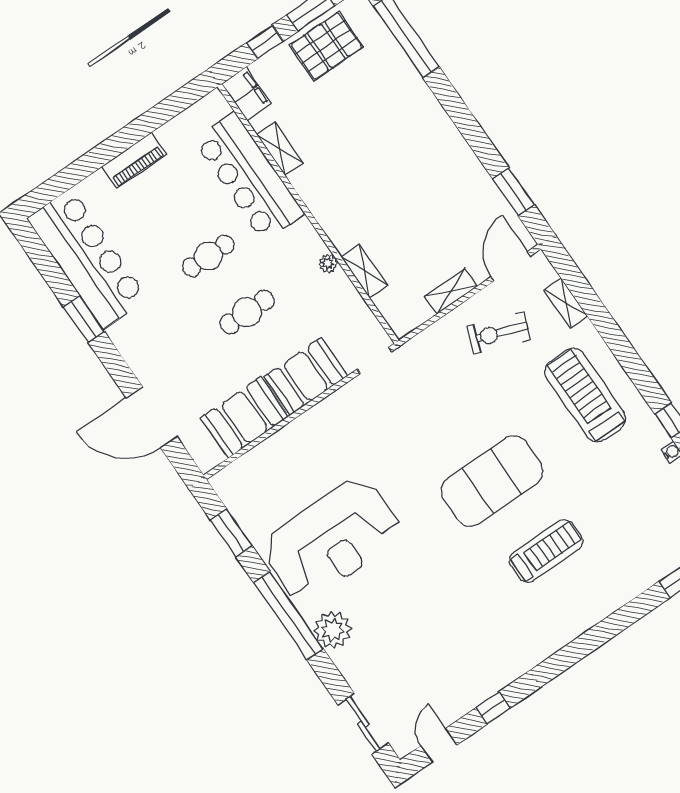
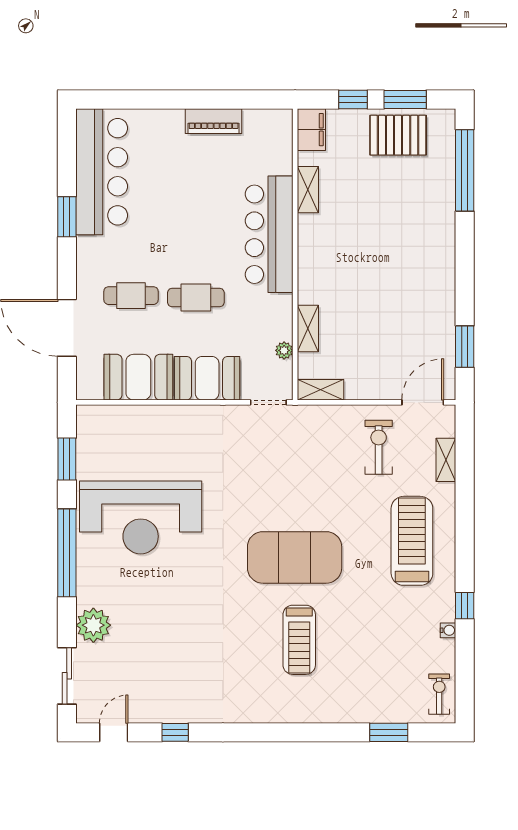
piano: (134, 160) -> (214, 121), moved
bar counter: (249, 177) -> (269, 234), moved
cafe table: (208, 256) -> (131, 296), moved
plant: (328, 263) -> (284, 350), moved
shelving: (451, 291) -> (320, 390), moved
exercise bike: (499, 333) -> (379, 447), turned 70
treadmill: (546, 551) -> (299, 640), turned 90
plant: (333, 630) -> (93, 625), moved

